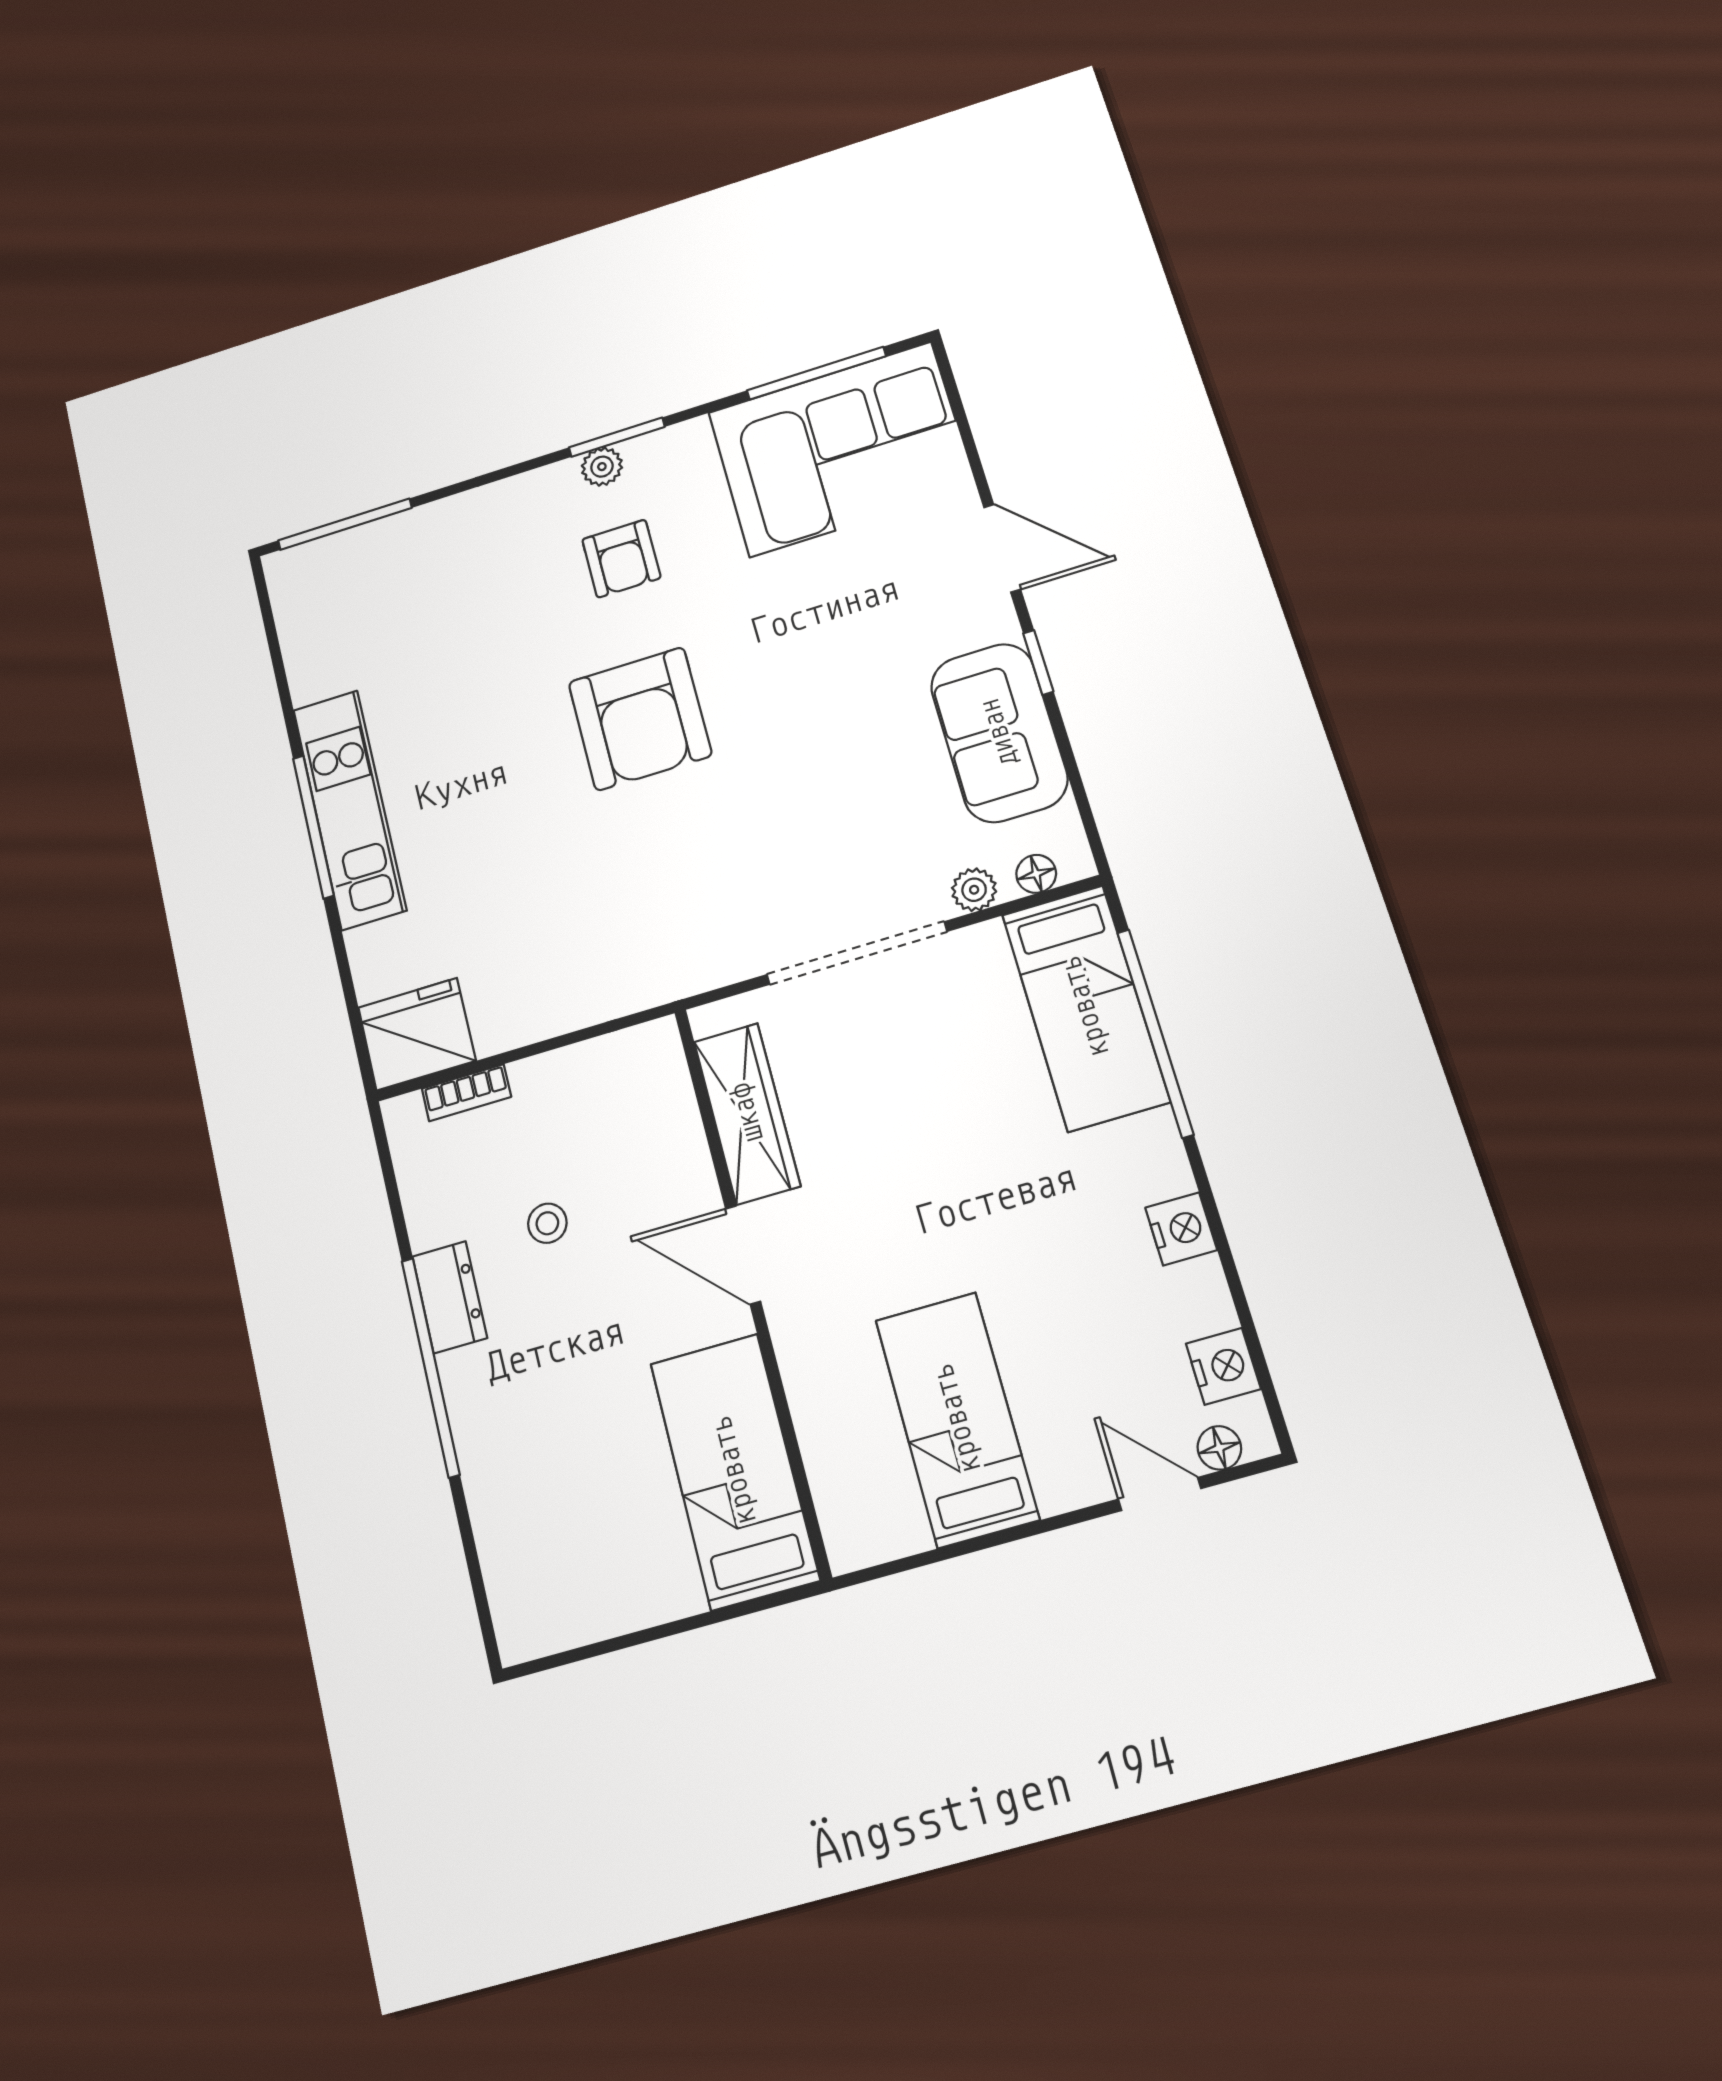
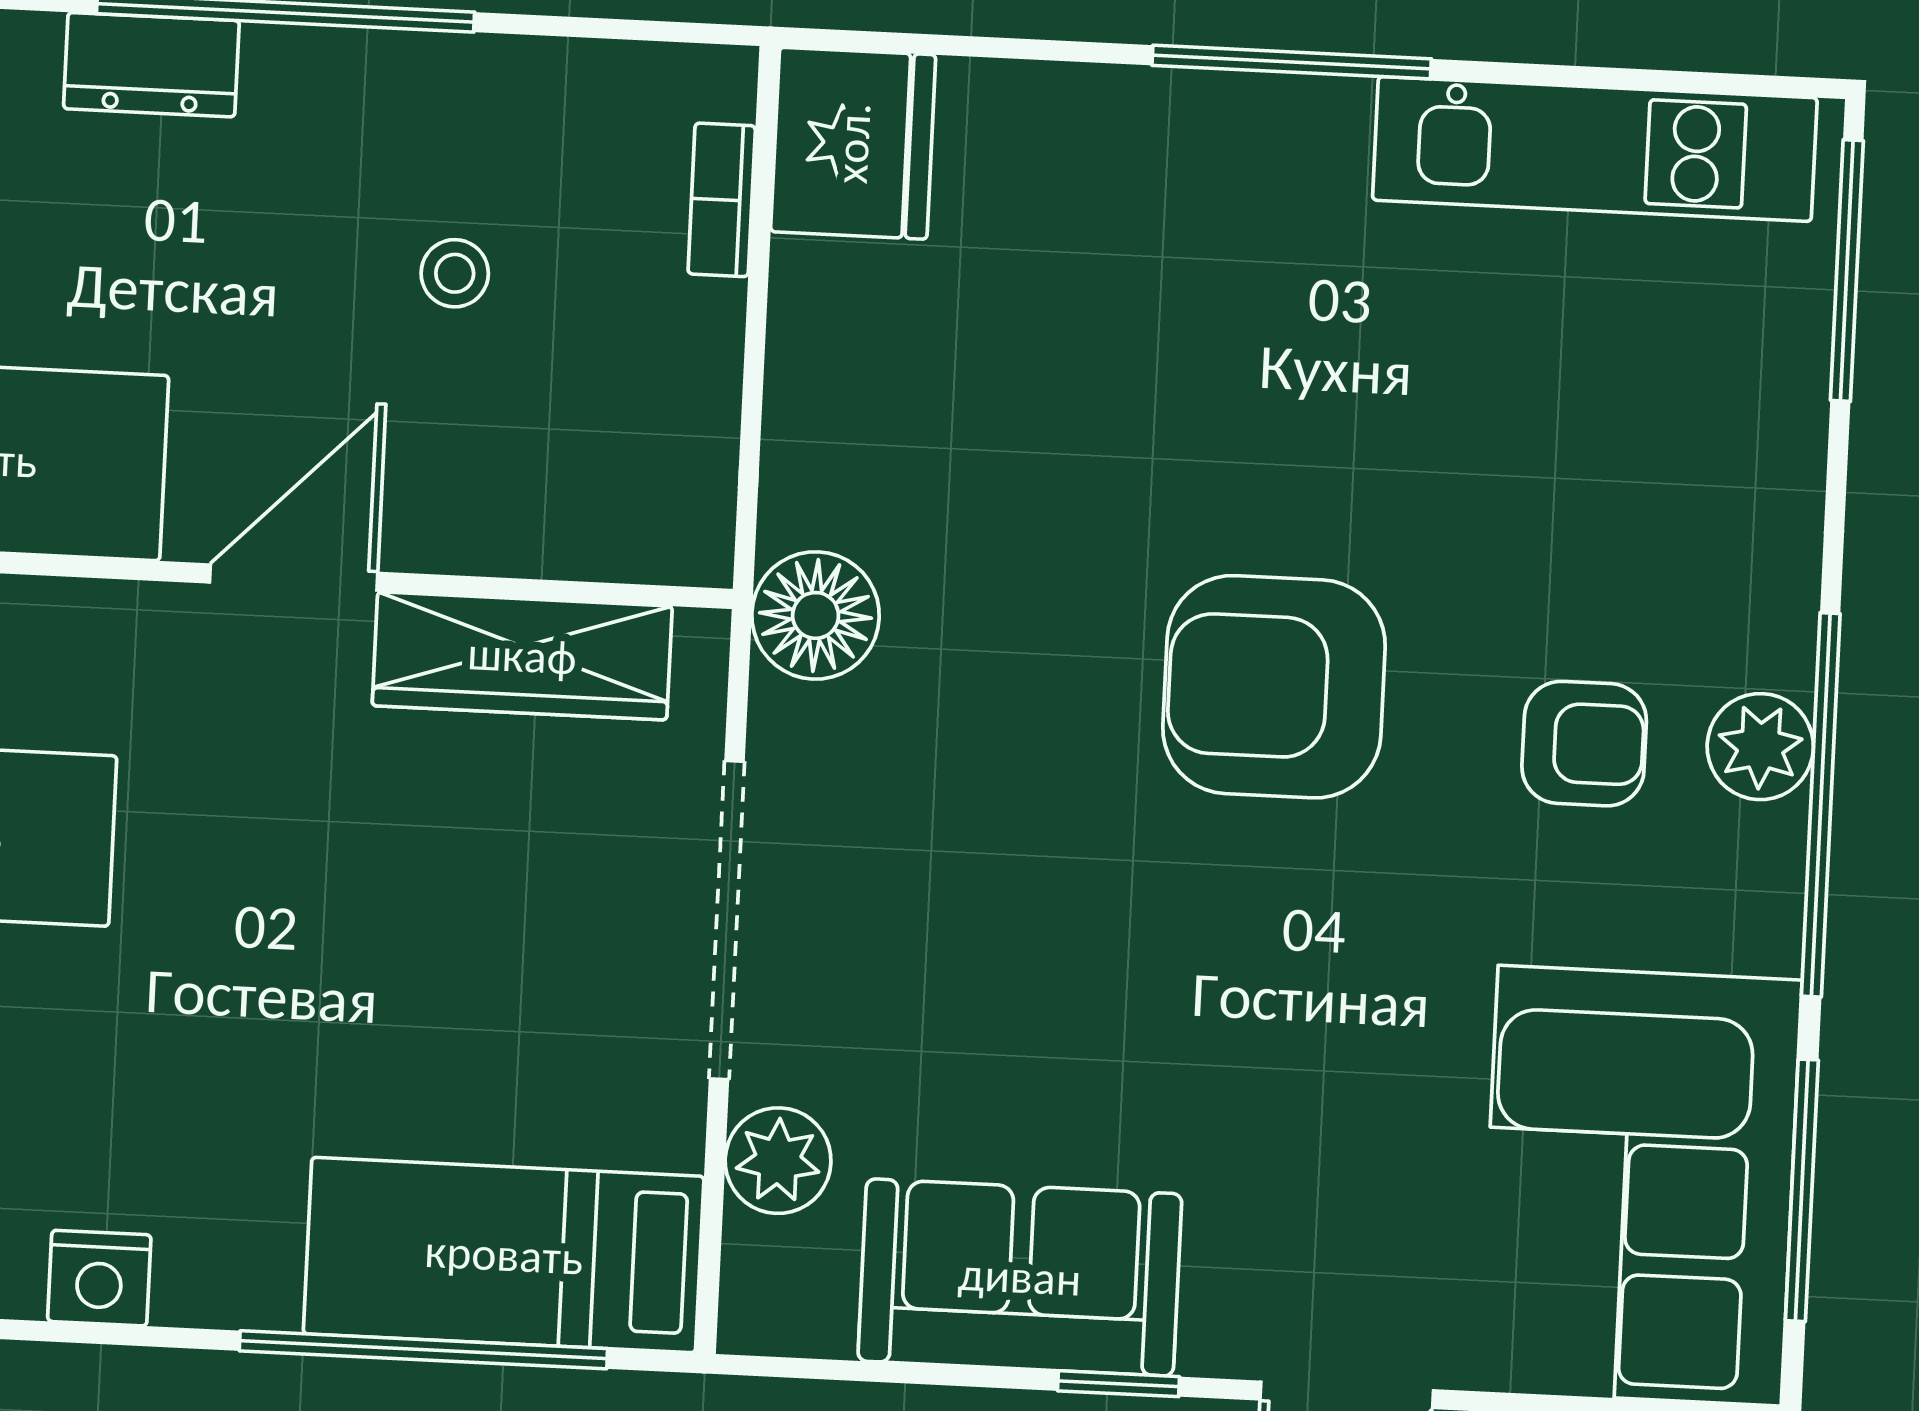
window: (617, 437) -> (1821, 805), width x2.11
plant: (602, 467) -> (1760, 747), width x1.38, depth x1.38
armchair: (621, 559) -> (1584, 744), turned 180
kitchen unit: (349, 809) -> (1595, 149), moved
floor lamp: (1036, 874) -> (816, 615), moved, width x1.89, depth x1.89
plant: (974, 890) -> (778, 1161), width x1.38, depth x1.38
dresser: (450, 1297) -> (151, 65), moved

